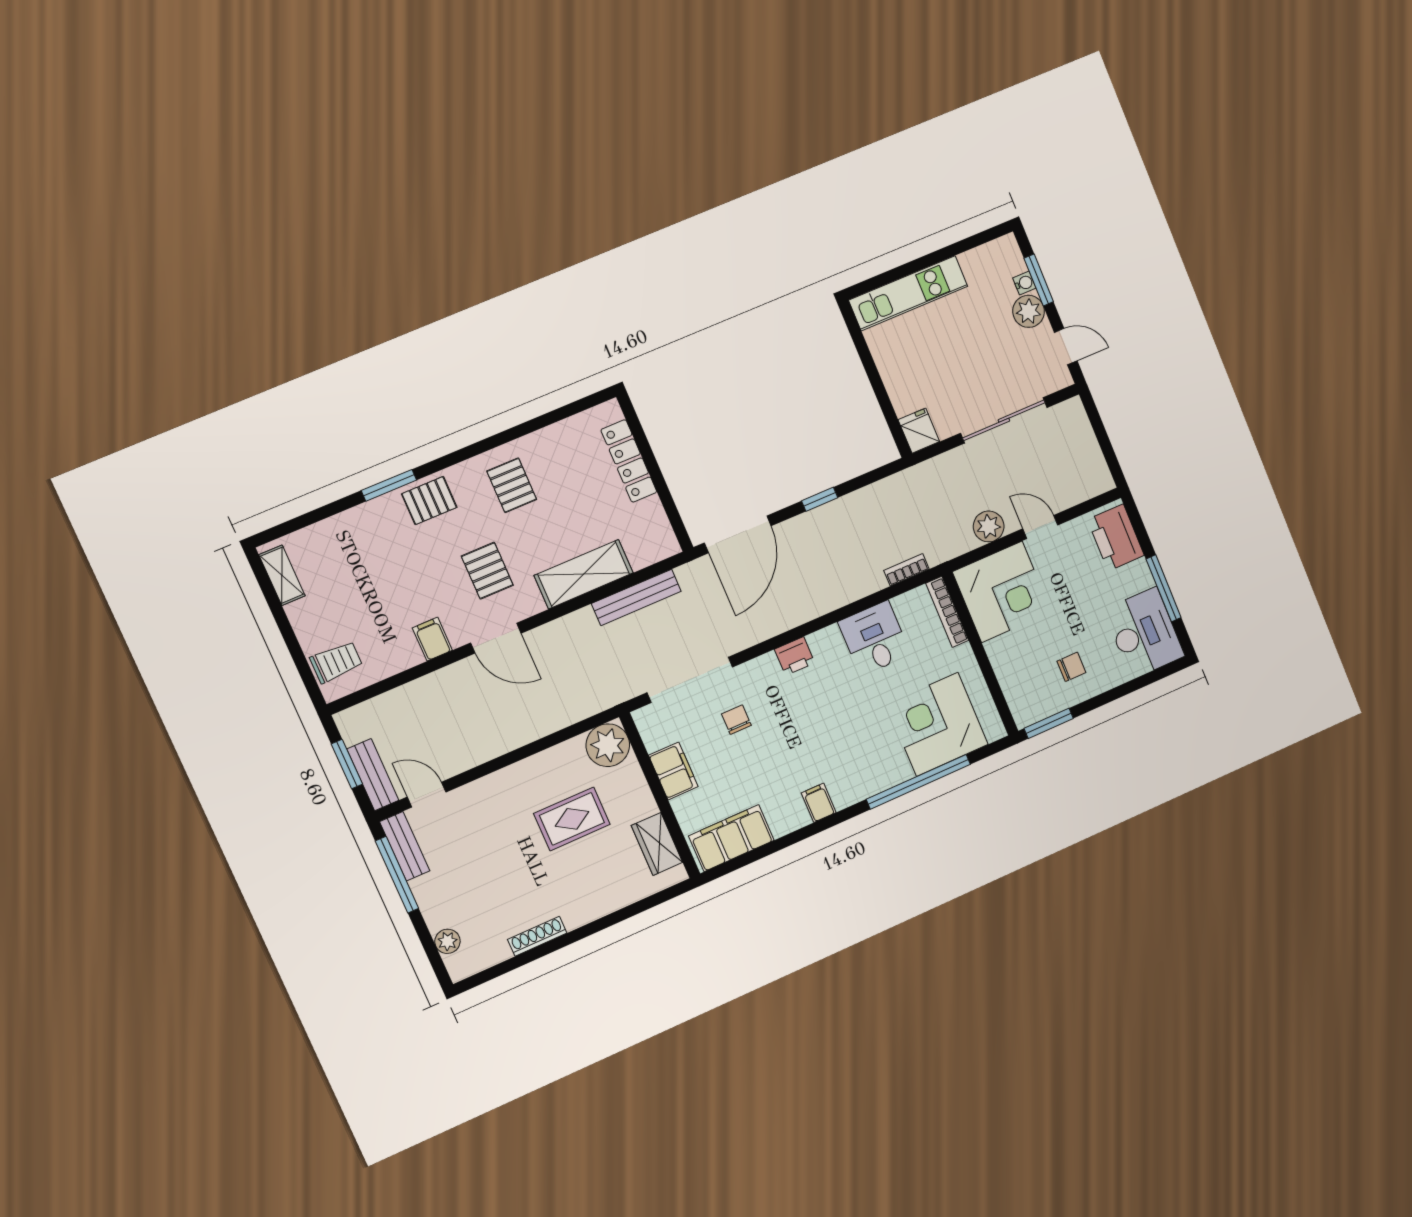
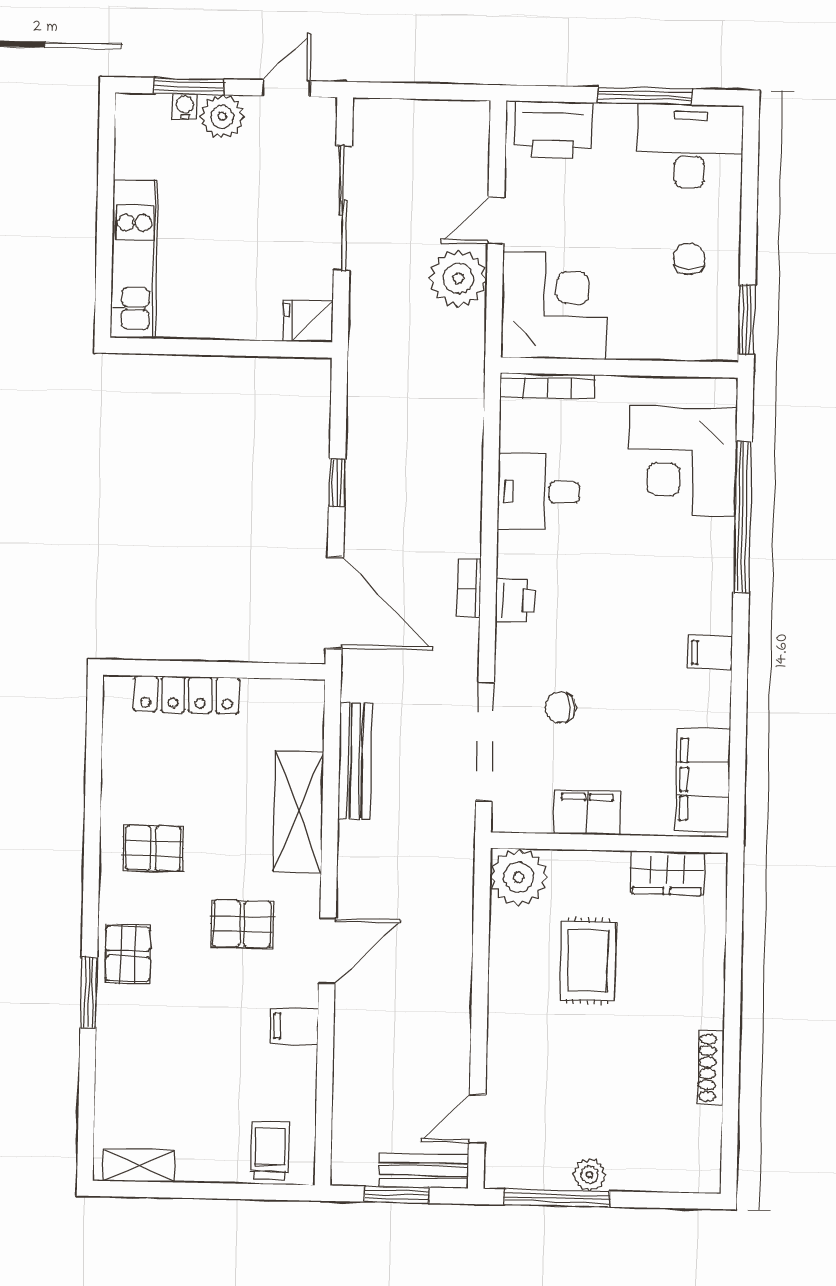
plant: (989, 526) -> (458, 278), width x1.36, depth x1.36
bookcase: (907, 570) -> (469, 588), moved
bench: (405, 846) -> (527, 1173), removed
plant: (447, 941) -> (590, 1175), moved

